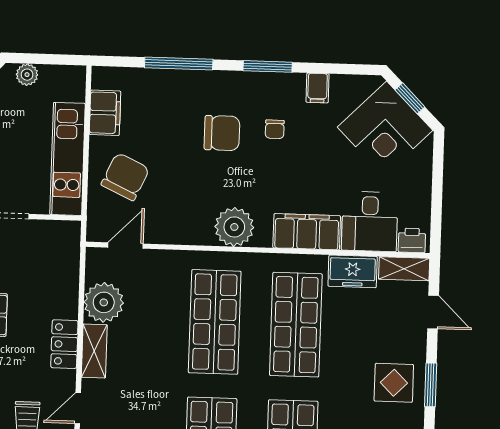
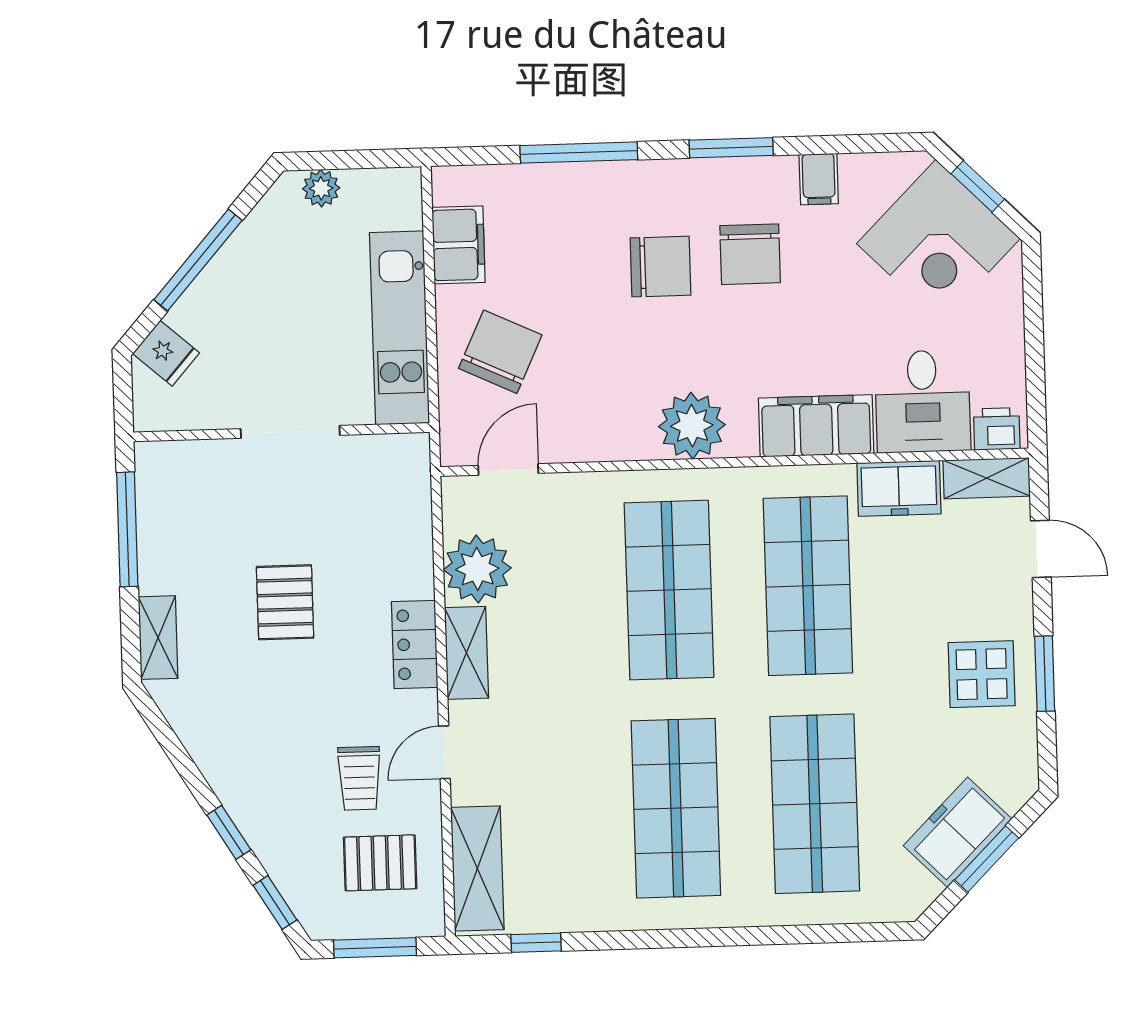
chair: (275, 129) -> (750, 254), width x1.87, depth x1.87

